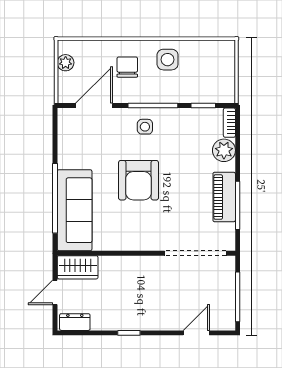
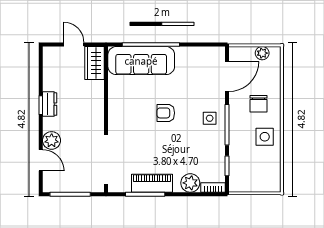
chair: (127, 67) -> (259, 104), turned 90
door: (94, 105) -> (227, 76), hinge flipped
armchair: (139, 180) -> (166, 113), width x0.53, depth x0.53
plant: (172, 320) -> (52, 140), added
dresser: (75, 322) -> (50, 104), moved

